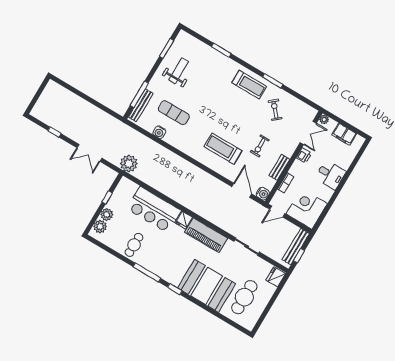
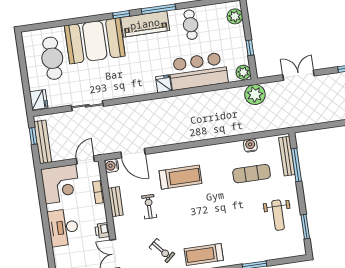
desk: (330, 175) -> (63, 228), width x1.37
plant: (107, 215) -> (243, 72), moved
piano: (206, 235) -> (145, 24), moved, turned 180

